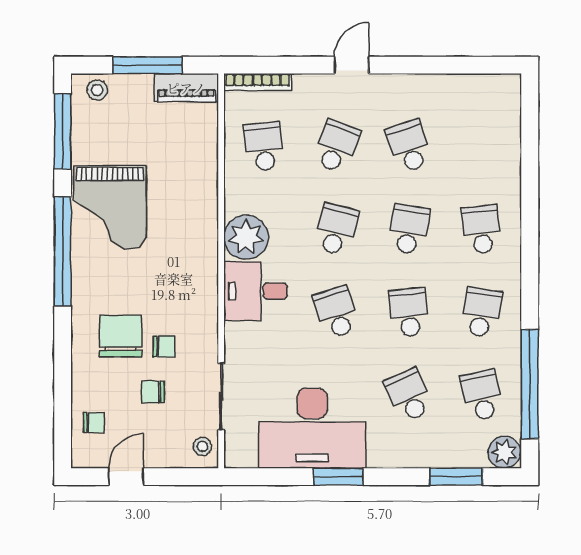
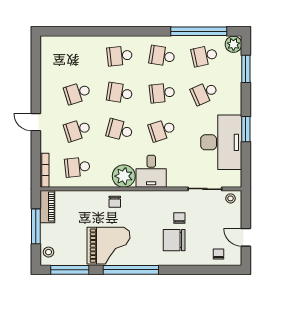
school desk: (336, 146) -> (77, 130), turned -39
chair: (153, 392) -> (115, 202), moved

